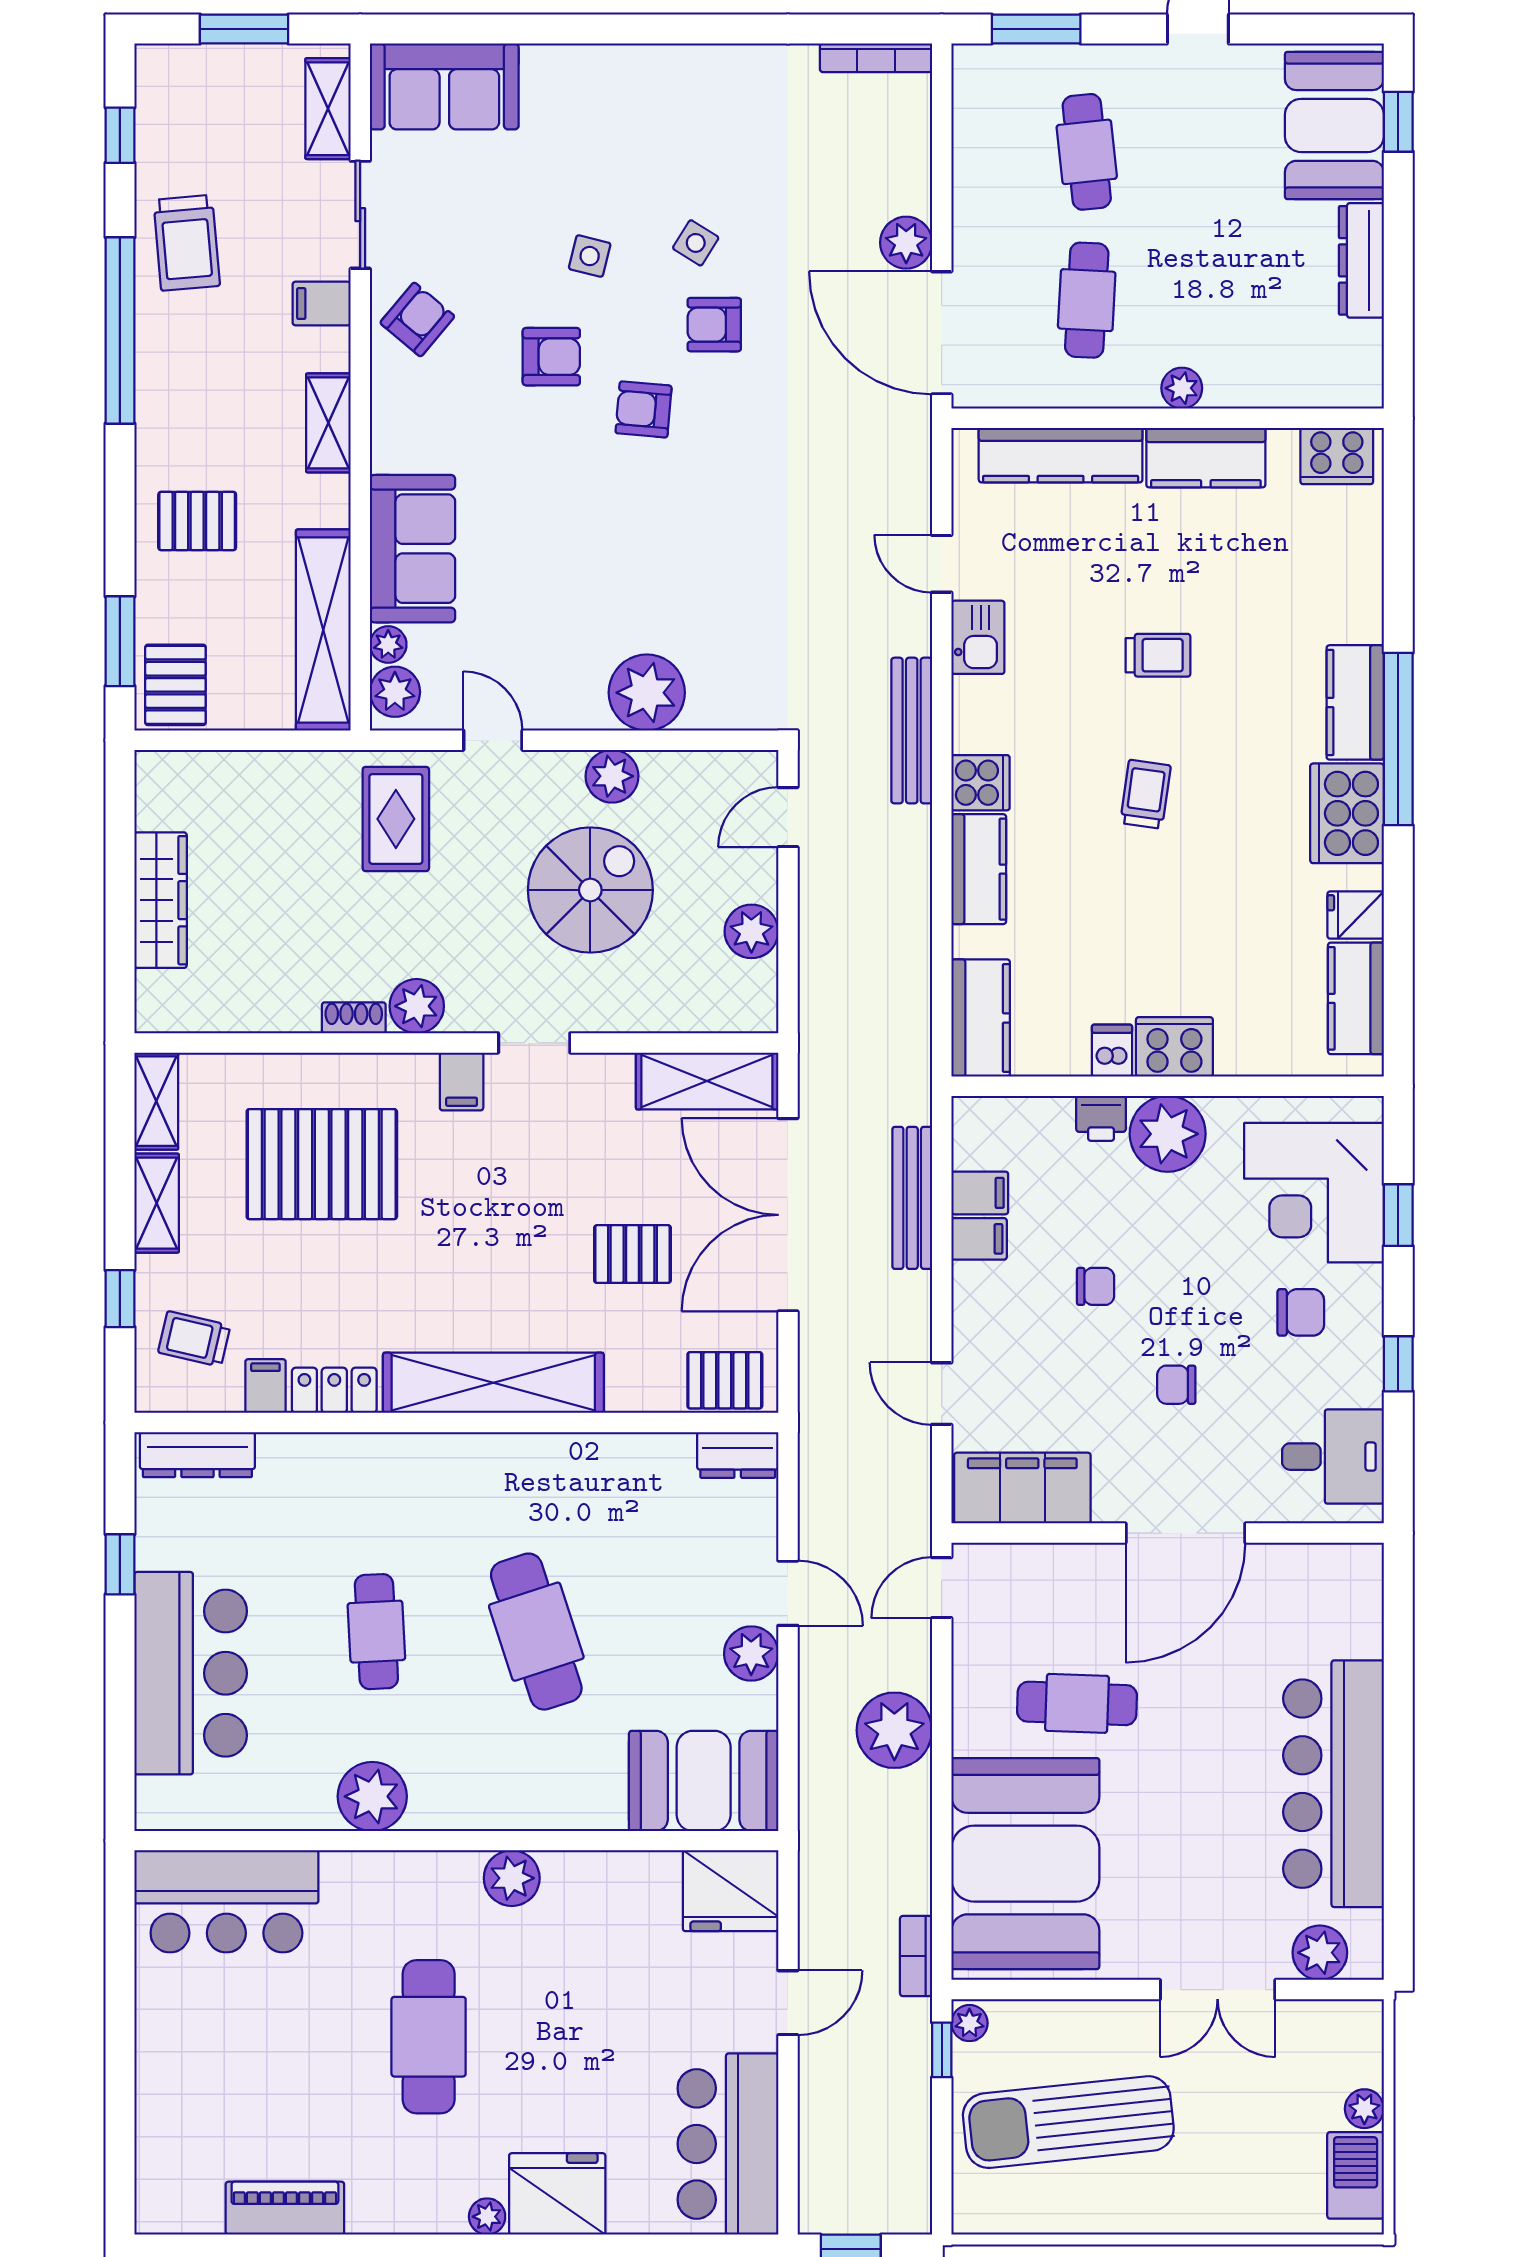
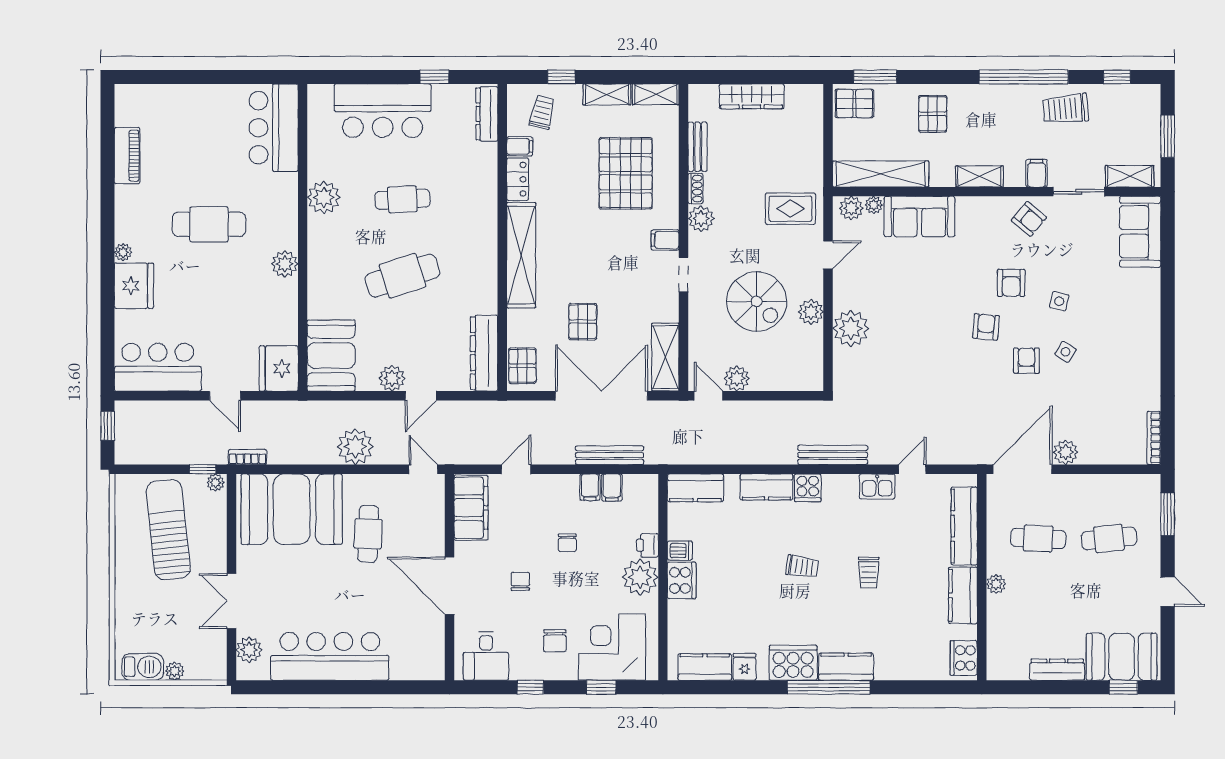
door: (788, 817) -> (709, 396), moved
bench: (266, 1014) -> (698, 147), added
dresser: (738, 1455) -> (484, 353), width x1.96, depth x1.24

